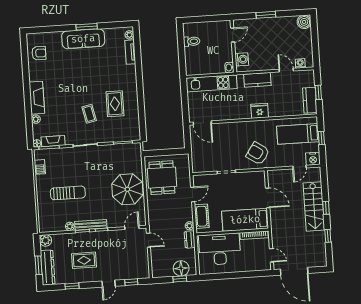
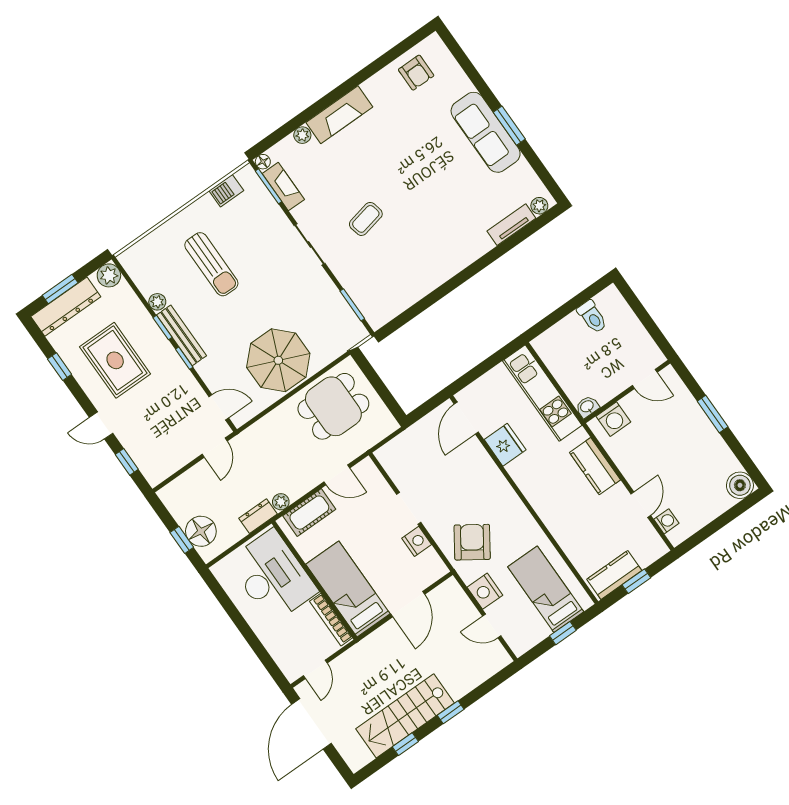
rug: (115, 104) -> (409, 252), removed
fridge: (260, 111) -> (505, 445), moved
nightstand: (313, 159) -> (485, 591), moved
nightstand: (243, 177) -> (417, 541), added
stairs: (314, 207) -> (405, 716), moved
rug: (84, 260) -> (115, 360), width x1.36, depth x1.43

